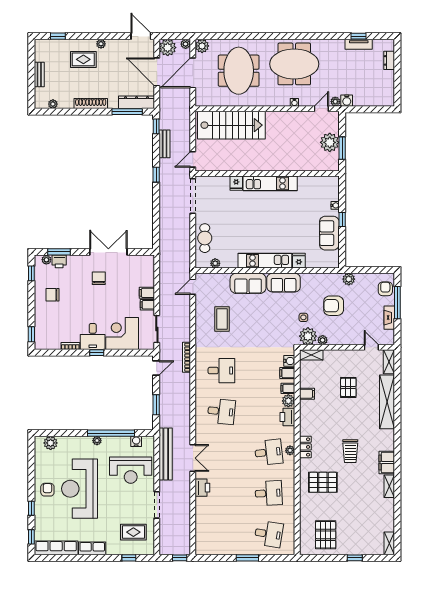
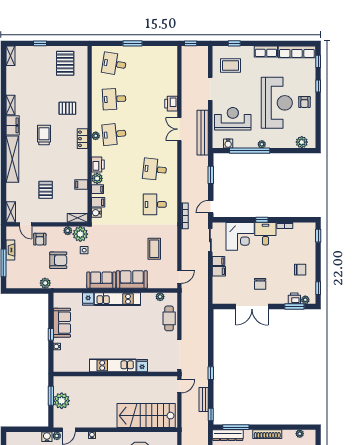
armchair: (385, 289) -> (40, 239), moved
shelving: (387, 402) -> (12, 159), moved
pallet: (323, 482) -> (67, 108), width x0.67, depth x0.71

